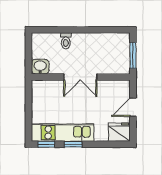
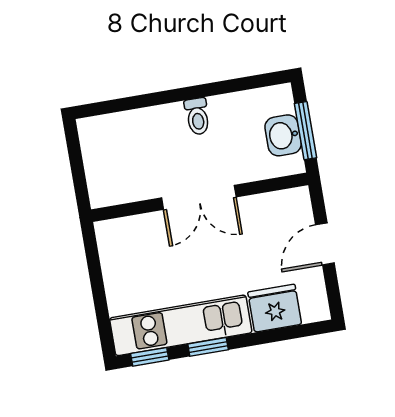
toilet: (66, 41) -> (197, 116), moved
washbasin: (40, 67) -> (283, 135), moved, turned -90
fridge: (119, 132) -> (275, 308), moved

